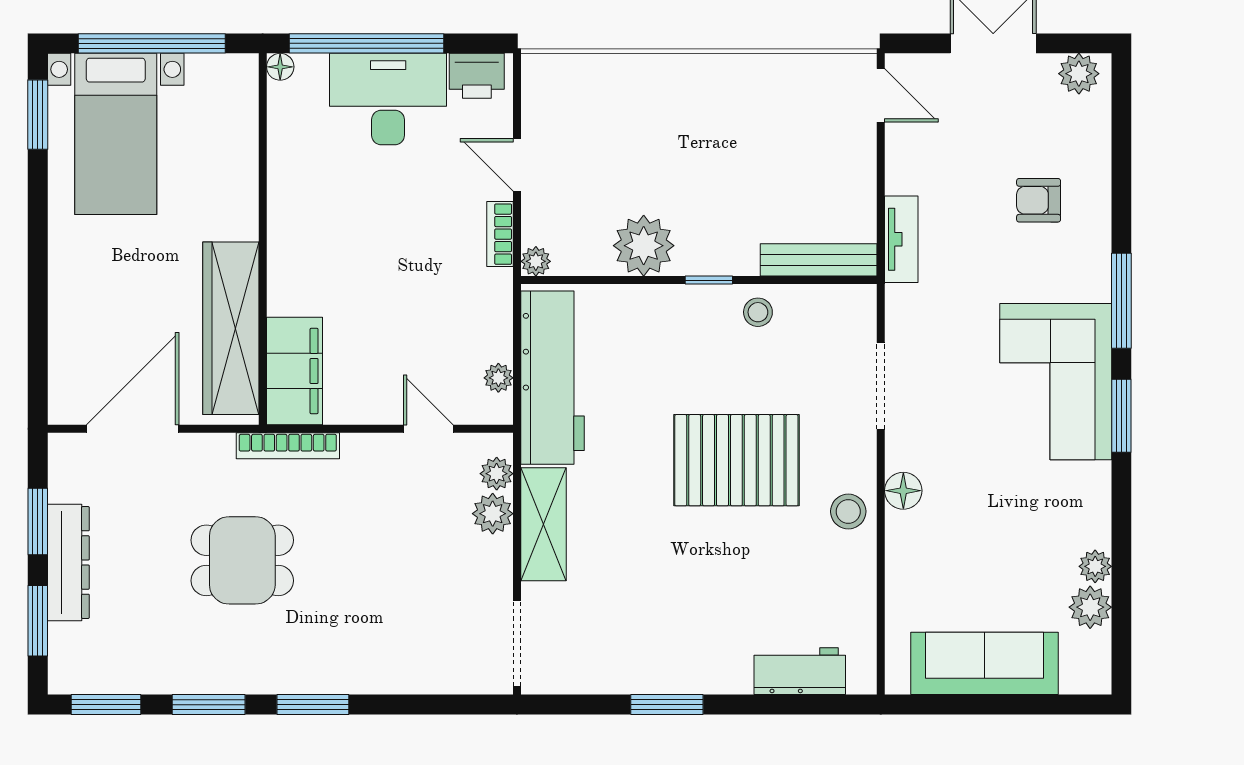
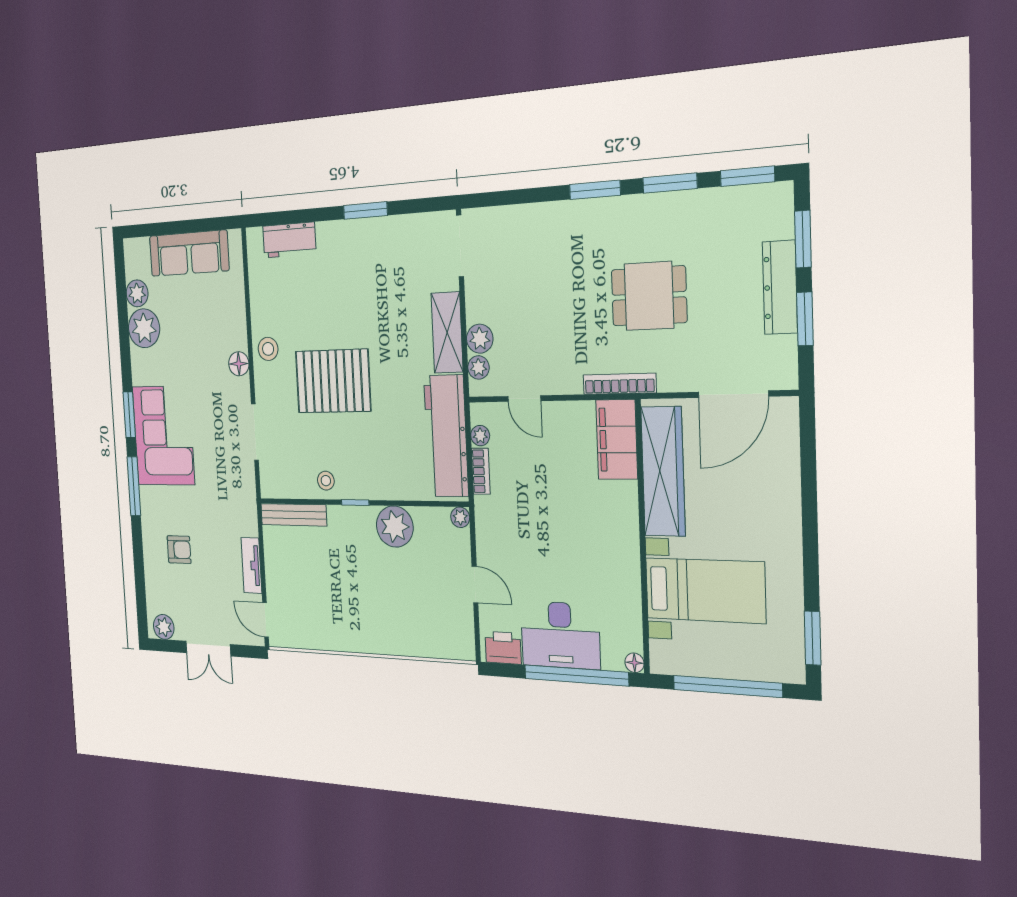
bed with nightstands: (116, 134) -> (705, 590), moved, turned 90
bookcase: (500, 234) -> (481, 471), moved
tv unit: (901, 239) -> (251, 565), moved
plant: (1095, 566) -> (144, 328), width x1.88, depth x1.88

